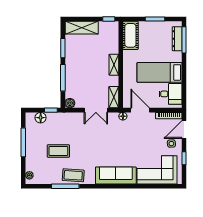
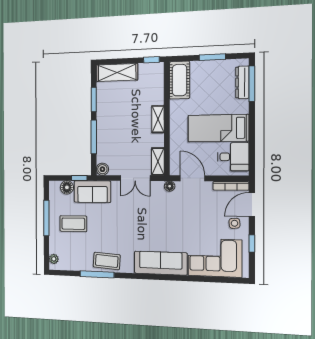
sofa: (62, 121) -> (92, 192), added
coffee table: (58, 151) -> (73, 224), moved

